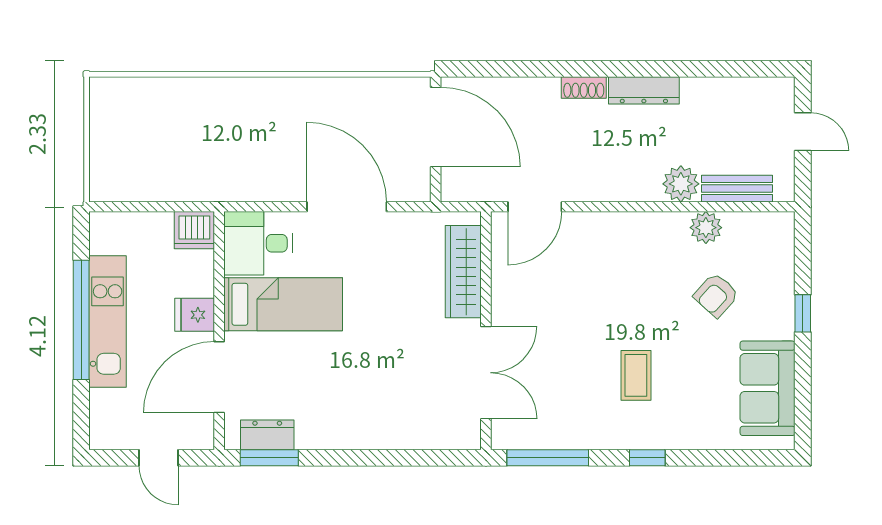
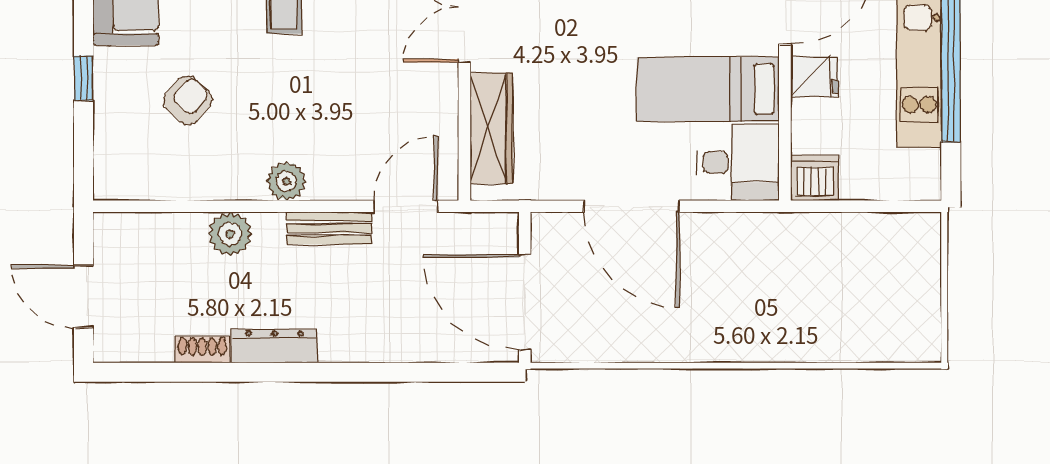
shoe rack: (584, 87) -> (202, 350), moved
door: (803, 132) -> (83, 297), width x1.38
bench: (737, 189) -> (329, 228), moved
plant: (706, 228) -> (286, 181), moved

